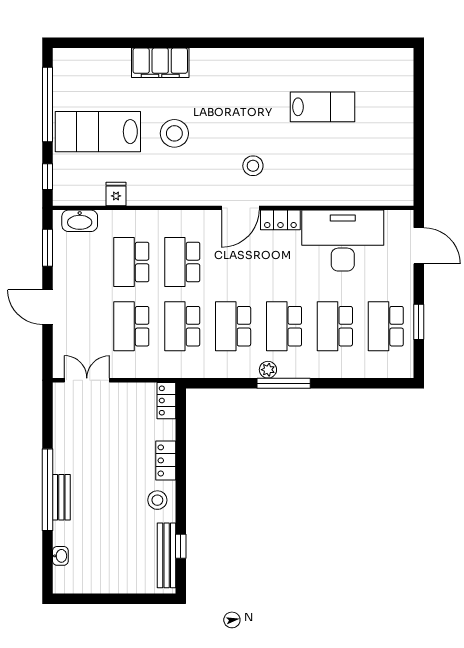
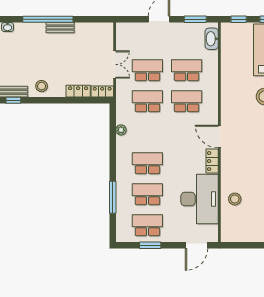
stool: (253, 166) -> (235, 199), moved
fridge: (116, 194) -> (228, 61), removed
school desk: (233, 326) -> (147, 132), removed
plant: (268, 370) -> (121, 130), moved
double door: (87, 380) -> (115, 64), moved
window: (284, 383) -> (113, 197), moved
locker: (166, 460) -> (78, 91), moved
bench: (61, 497) -> (60, 28), moved

